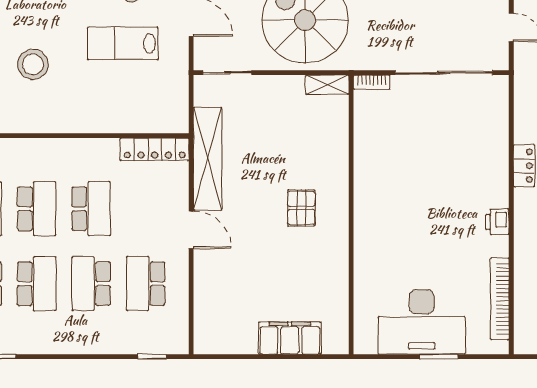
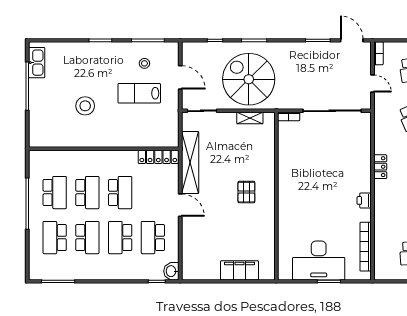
shelving: (327, 85) -> (250, 118), moved
washbasin: (176, 340) -> (171, 271), added

